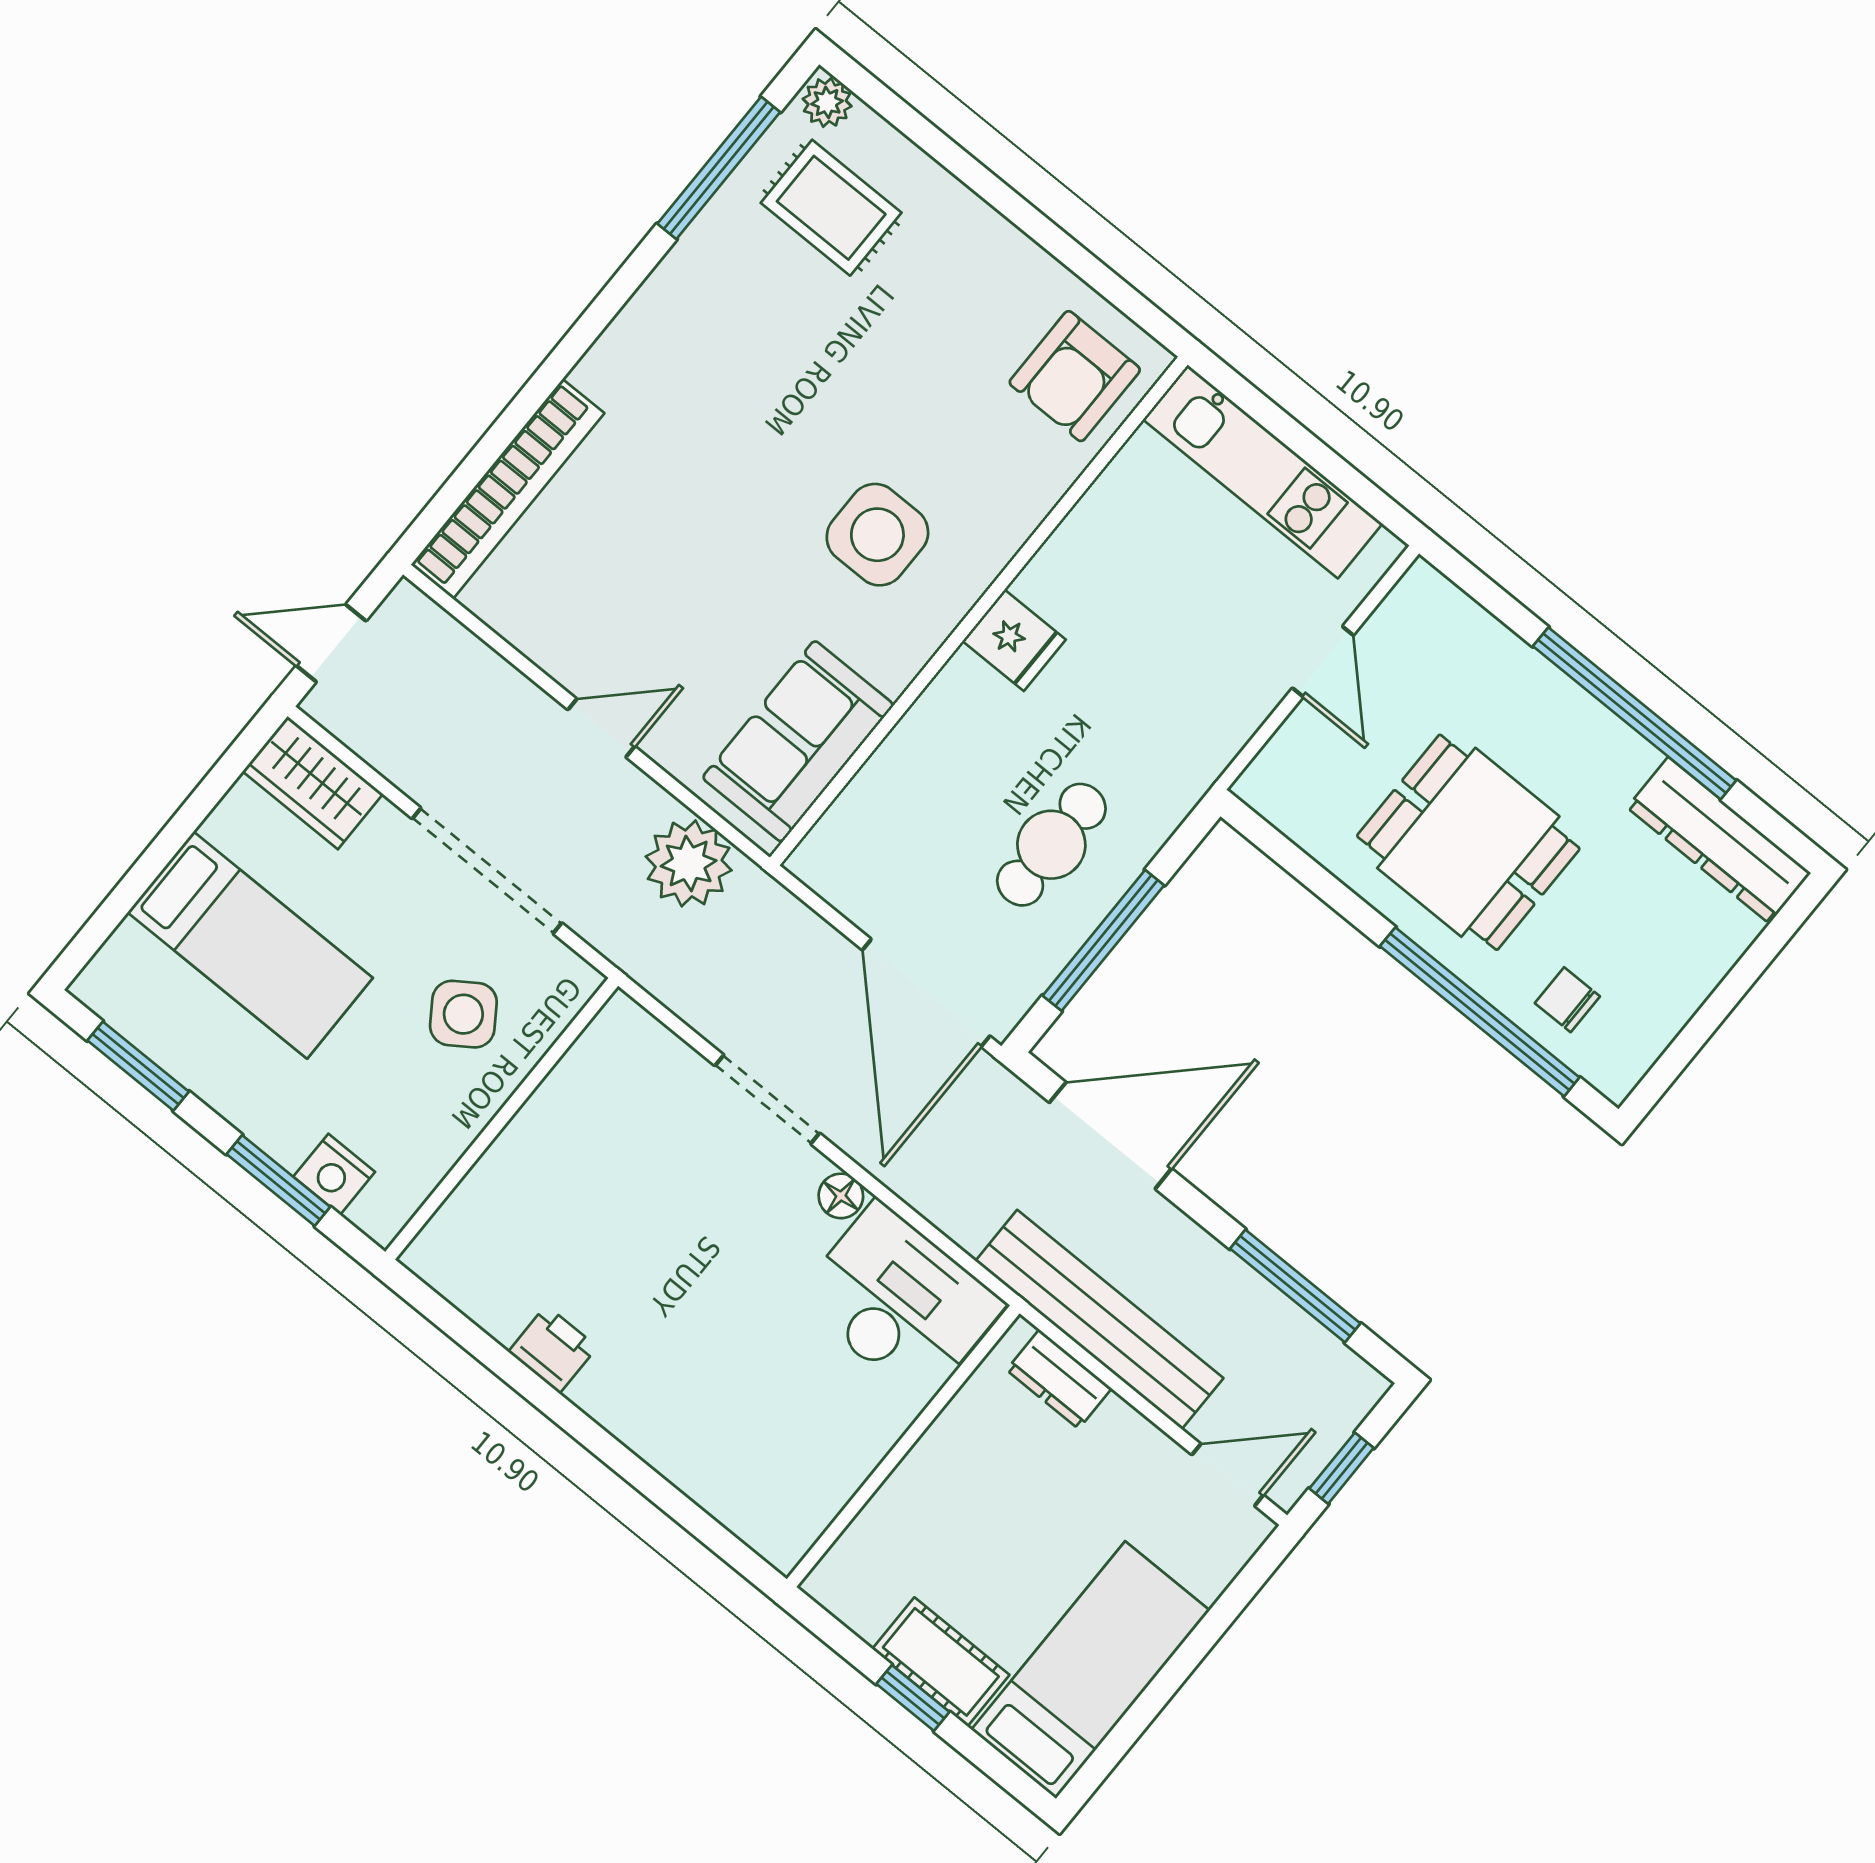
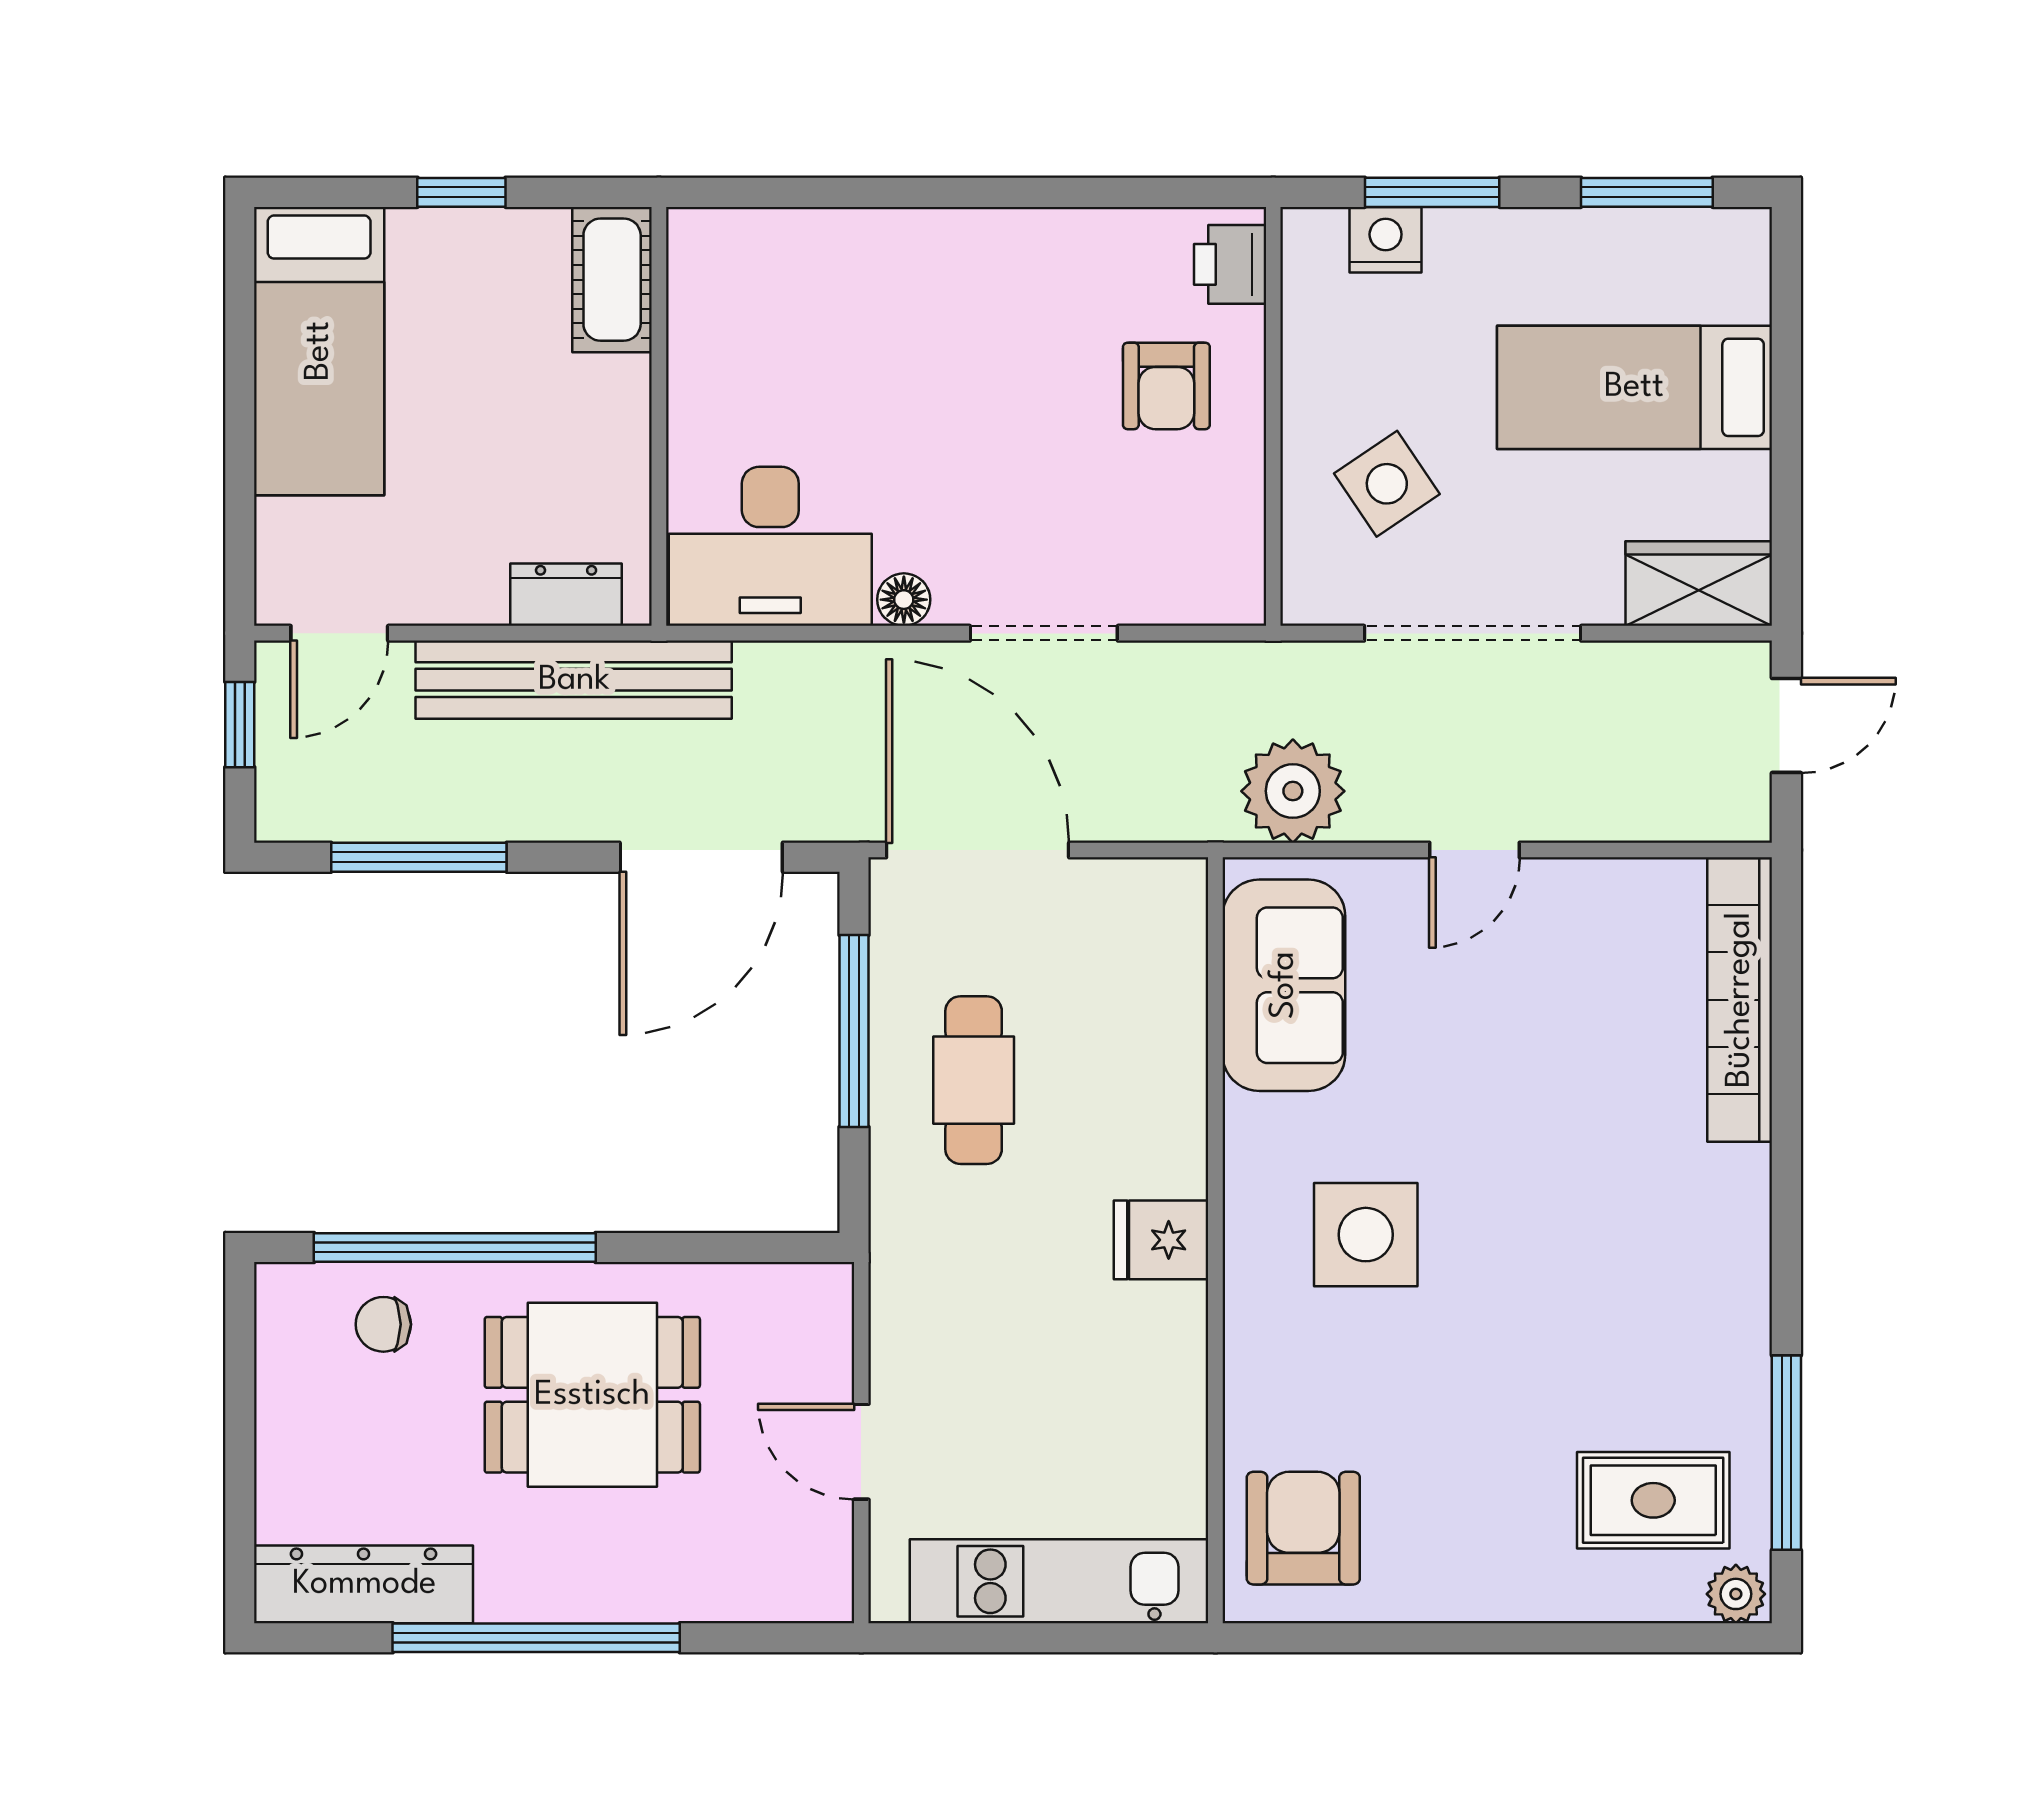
chair: (1567, 1000) -> (383, 1324), turned 180
armchair: (555, 1196) -> (1166, 386), added
printer: (553, 1349) -> (1230, 264), moved, turned 90
cot: (941, 1662) -> (612, 280), moved, turned 90

